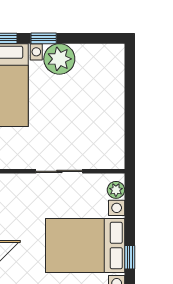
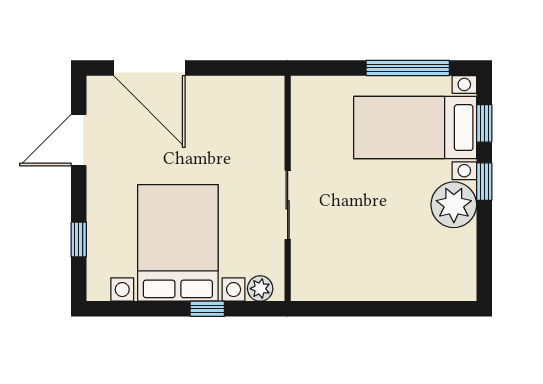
window: (130, 257) -> (207, 309), moved

